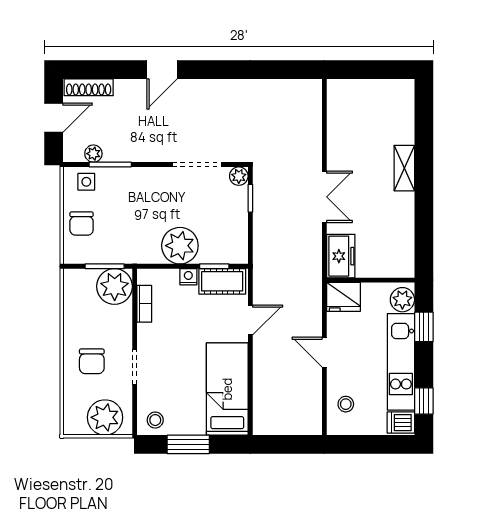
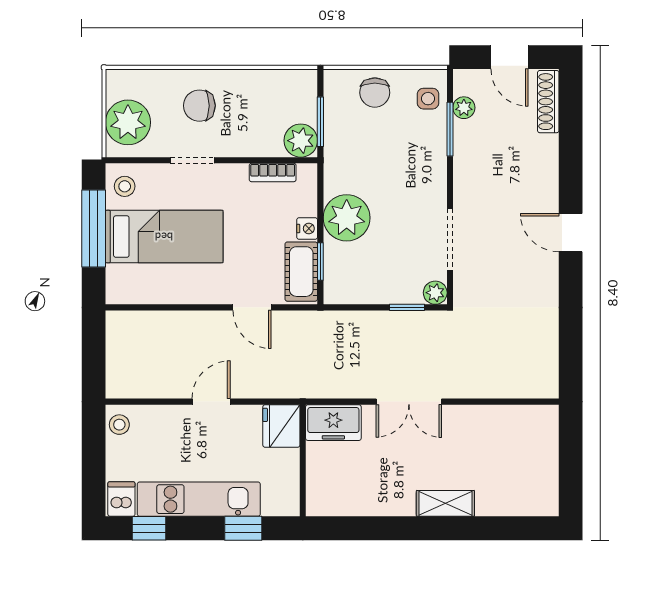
door: (162, 70) -> (571, 233), moved
chair: (82, 224) -> (375, 93), turned -90
plant: (115, 286) -> (301, 141), width x0.73, depth x0.73
plant: (402, 300) -> (278, 501), removed
bed: (227, 389) -> (164, 237), moved
stool: (346, 404) -> (119, 425), moved
window: (188, 444) -> (94, 228), width x1.44

